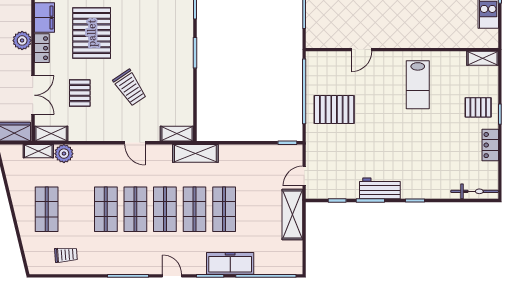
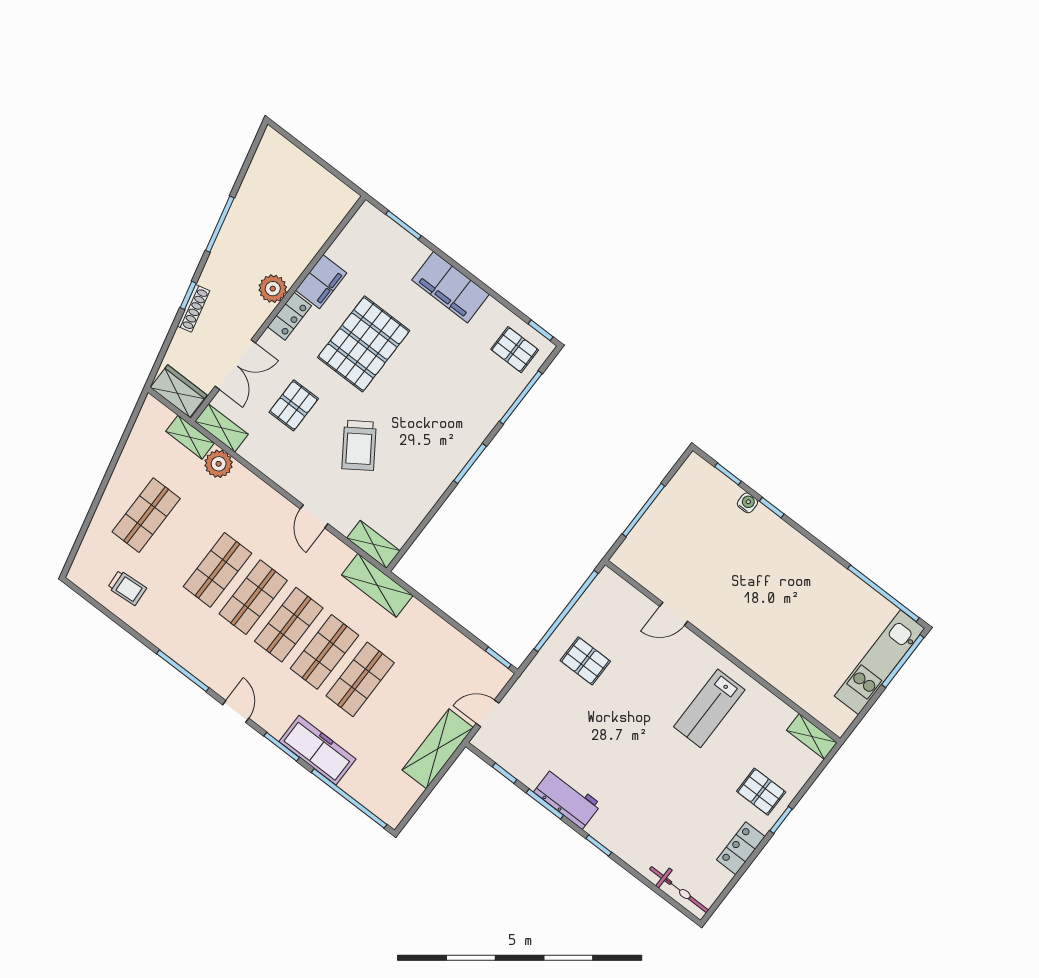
pallet: (334, 110) -> (585, 661), width x0.67, depth x0.71

